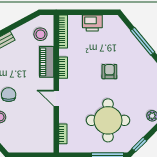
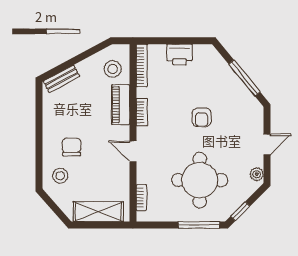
armchair: (109, 72) -> (202, 117), turned 180
shelving: (29, 145) -> (98, 212), added

